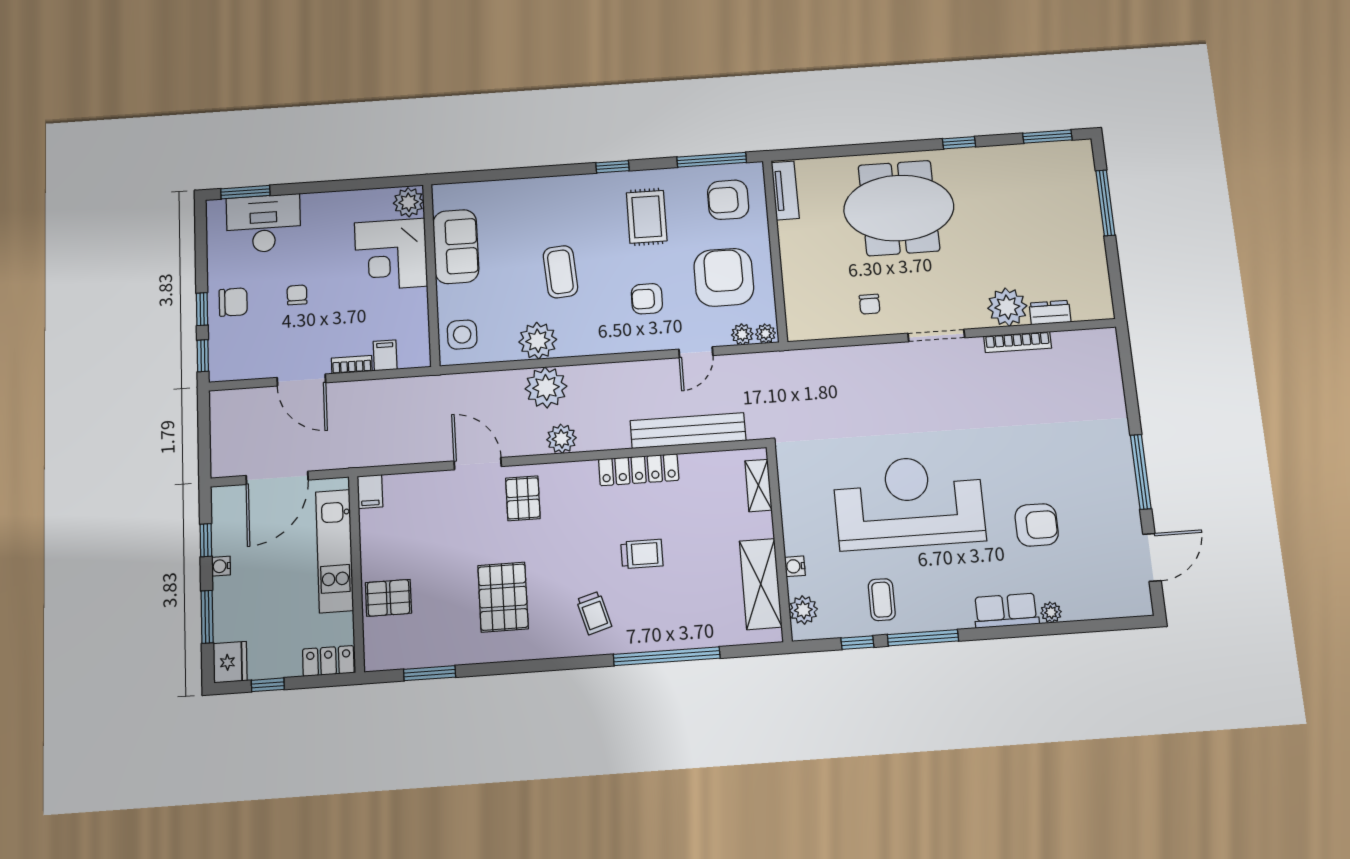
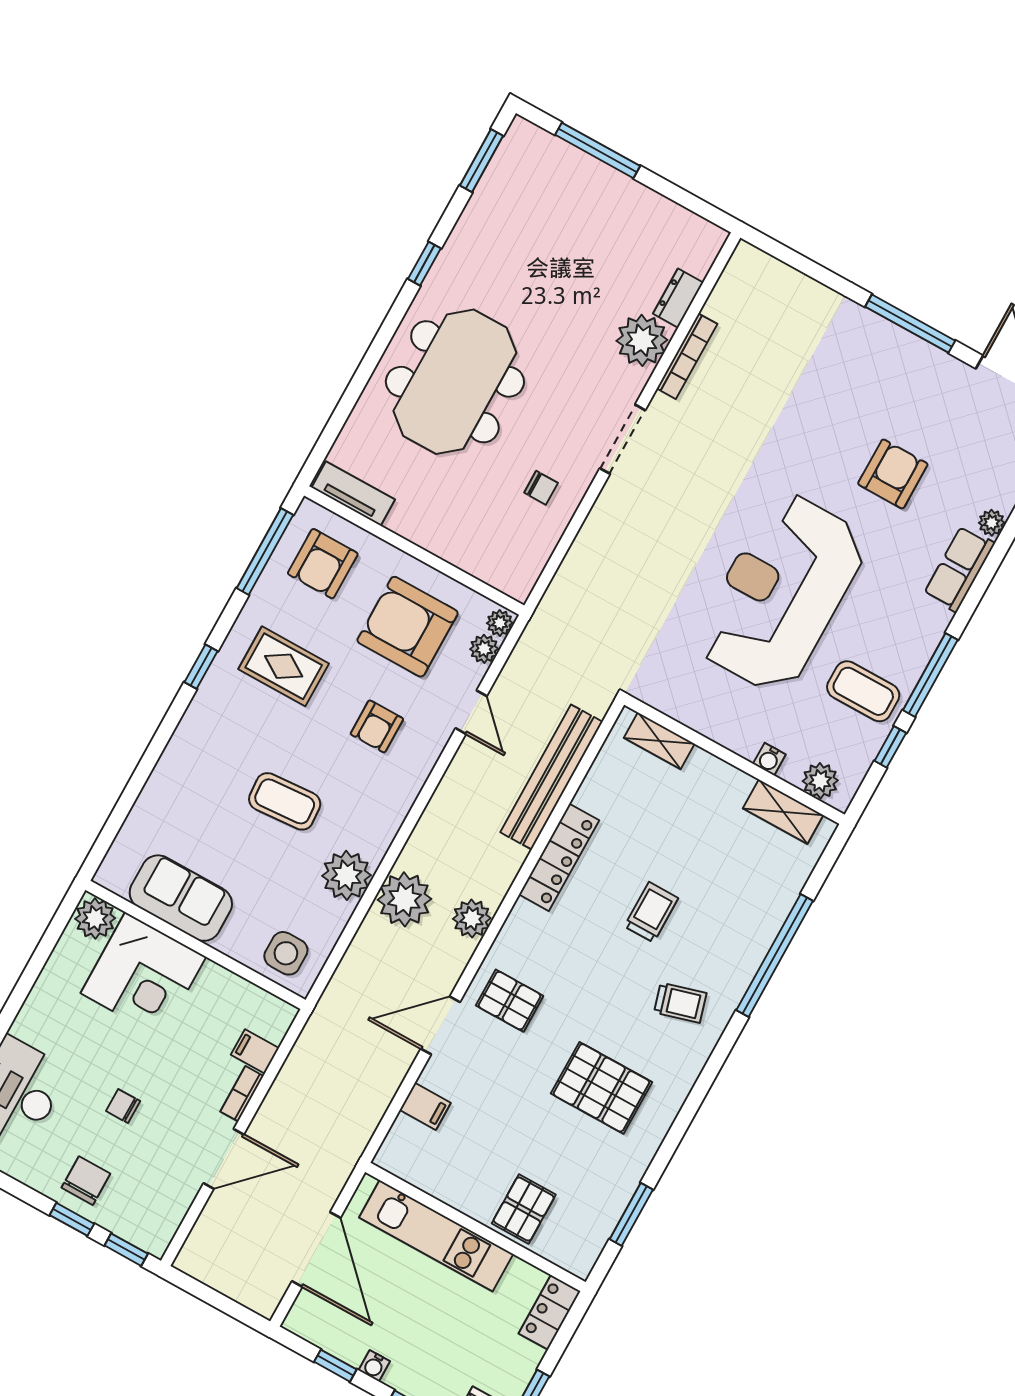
filing cabinet: (370, 491) -> (425, 1106), moved
shelving: (761, 584) -> (783, 812), width x0.67, depth x0.75
coffee table: (882, 600) -> (863, 691), width x1.36, depth x1.30

